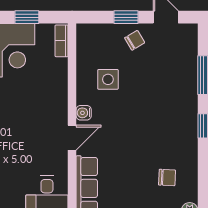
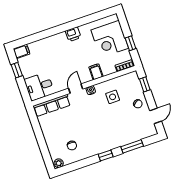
window: (126, 17) -> (145, 84), moved
filing cabinet: (55, 93) -> (96, 72), added
door: (72, 138) -> (76, 89), swing flipped

